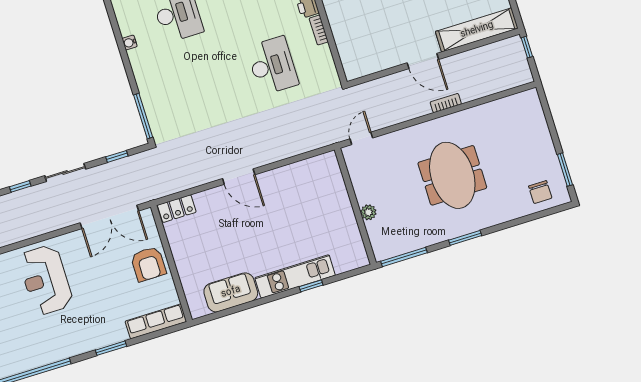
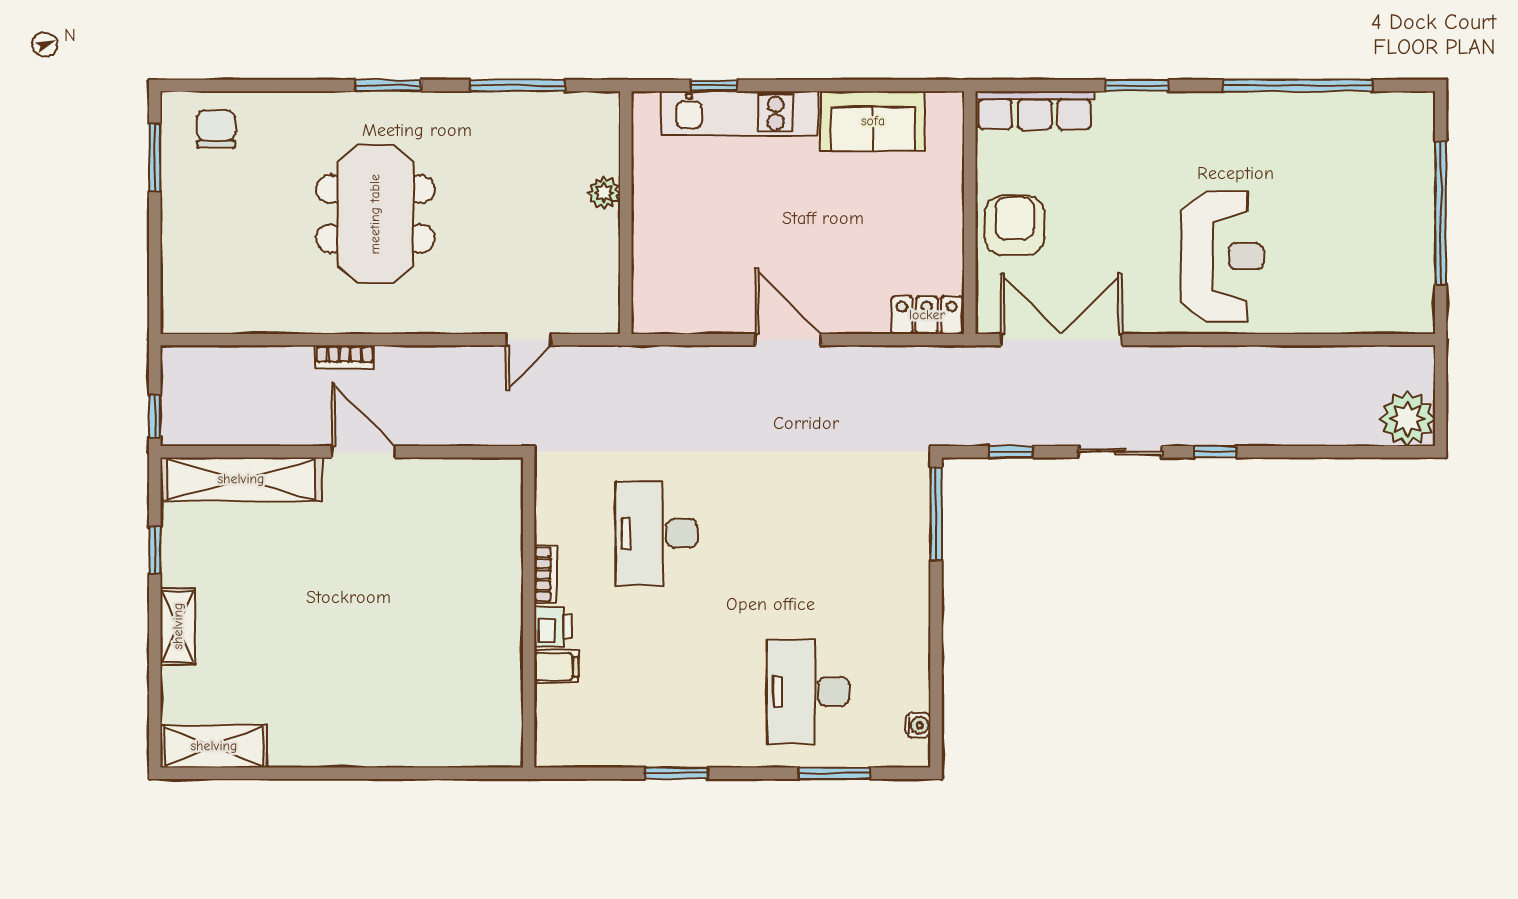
water cooler: (130, 43) -> (918, 725), moved
wall: (355, 206) -> (626, 213), moved
plant: (368, 212) -> (604, 193), moved

